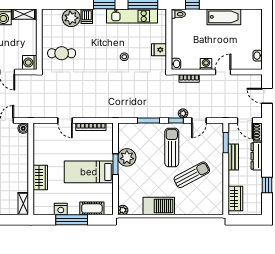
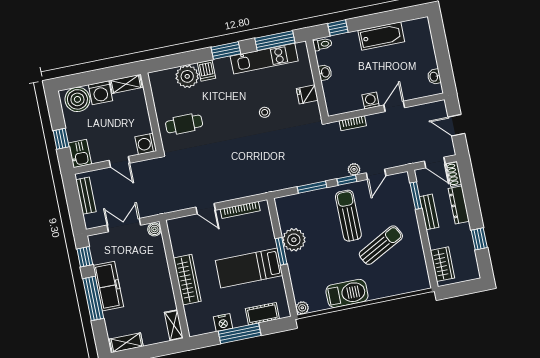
washbasin: (176, 64) -> (325, 72), moved
wardrobe: (40, 177) -> (187, 280), width x1.50

